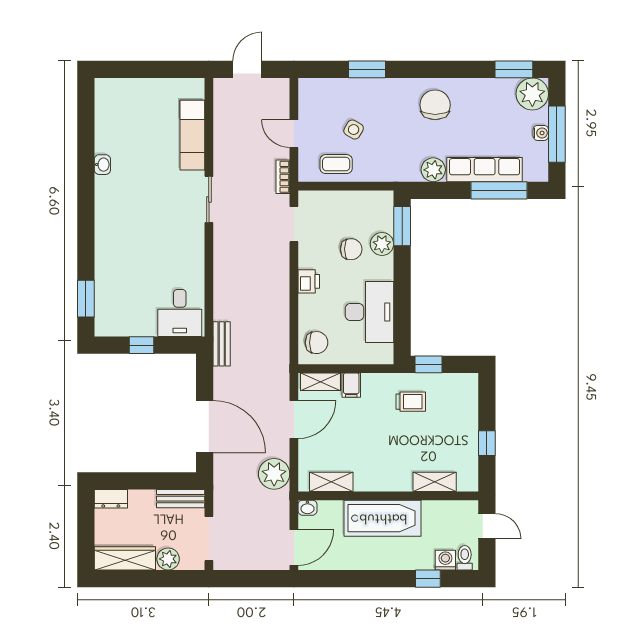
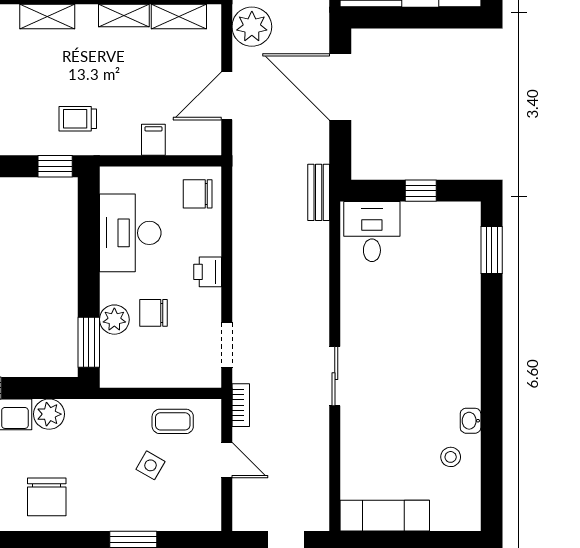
exam couch: (192, 135) -> (385, 516), moved, turned -90
stool: (118, 136) -> (451, 457), added
shelving: (320, 382) -> (124, 15), moved

